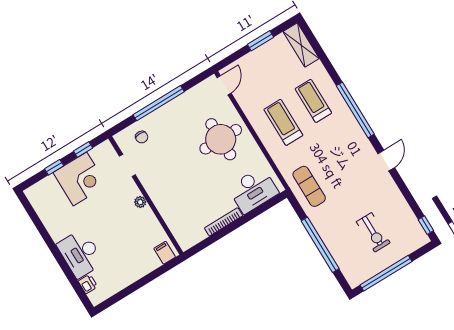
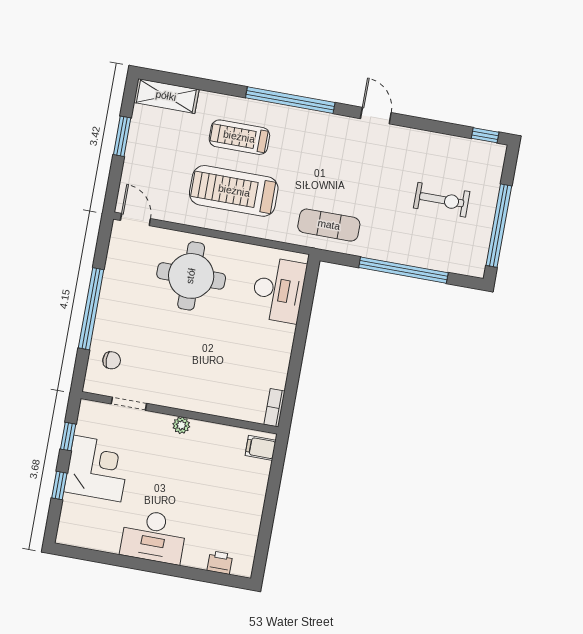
treadmill: (283, 122) -> (234, 191), width x1.37, depth x1.38
bookcase: (224, 222) -> (274, 408), moved, width x0.64
desk: (80, 254) -> (154, 536), moved

